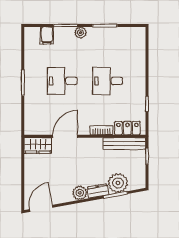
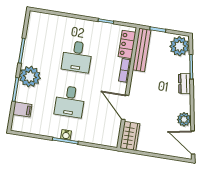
plant: (80, 33) -> (30, 77), width x1.88, depth x1.88
water cooler: (29, 82) -> (66, 135), added
plant: (118, 183) -> (179, 46), moved
plant: (80, 193) -> (184, 119), moved

